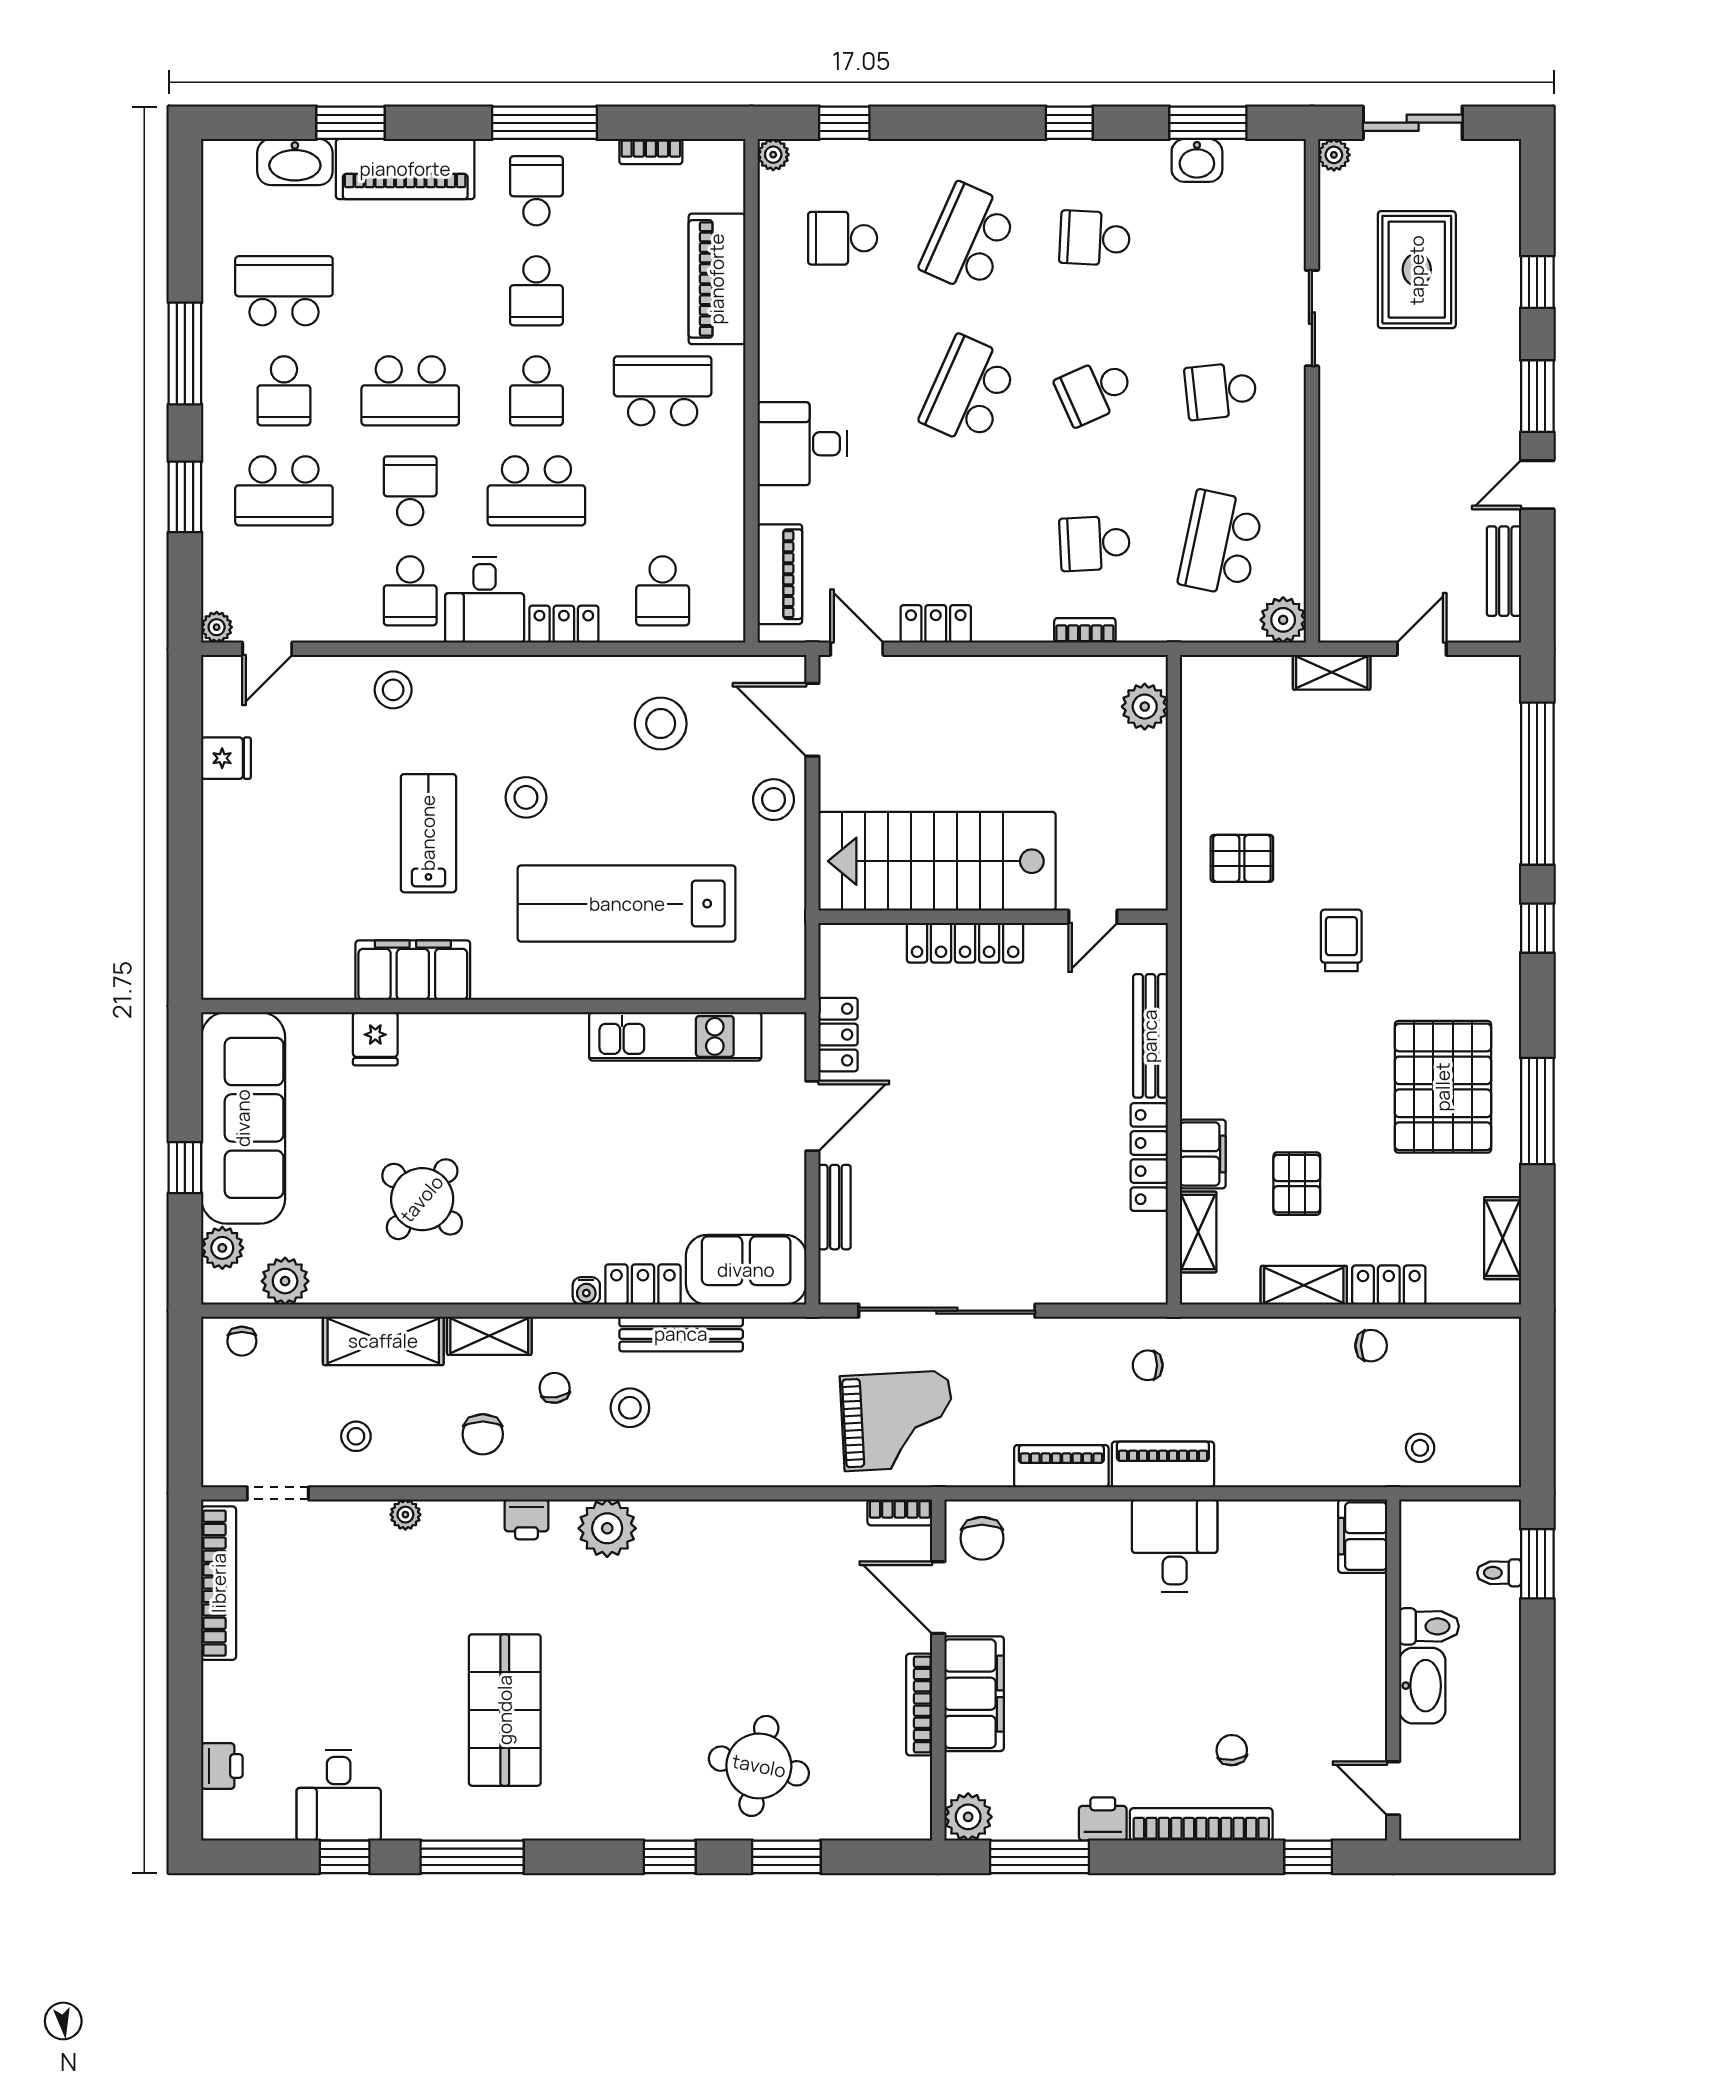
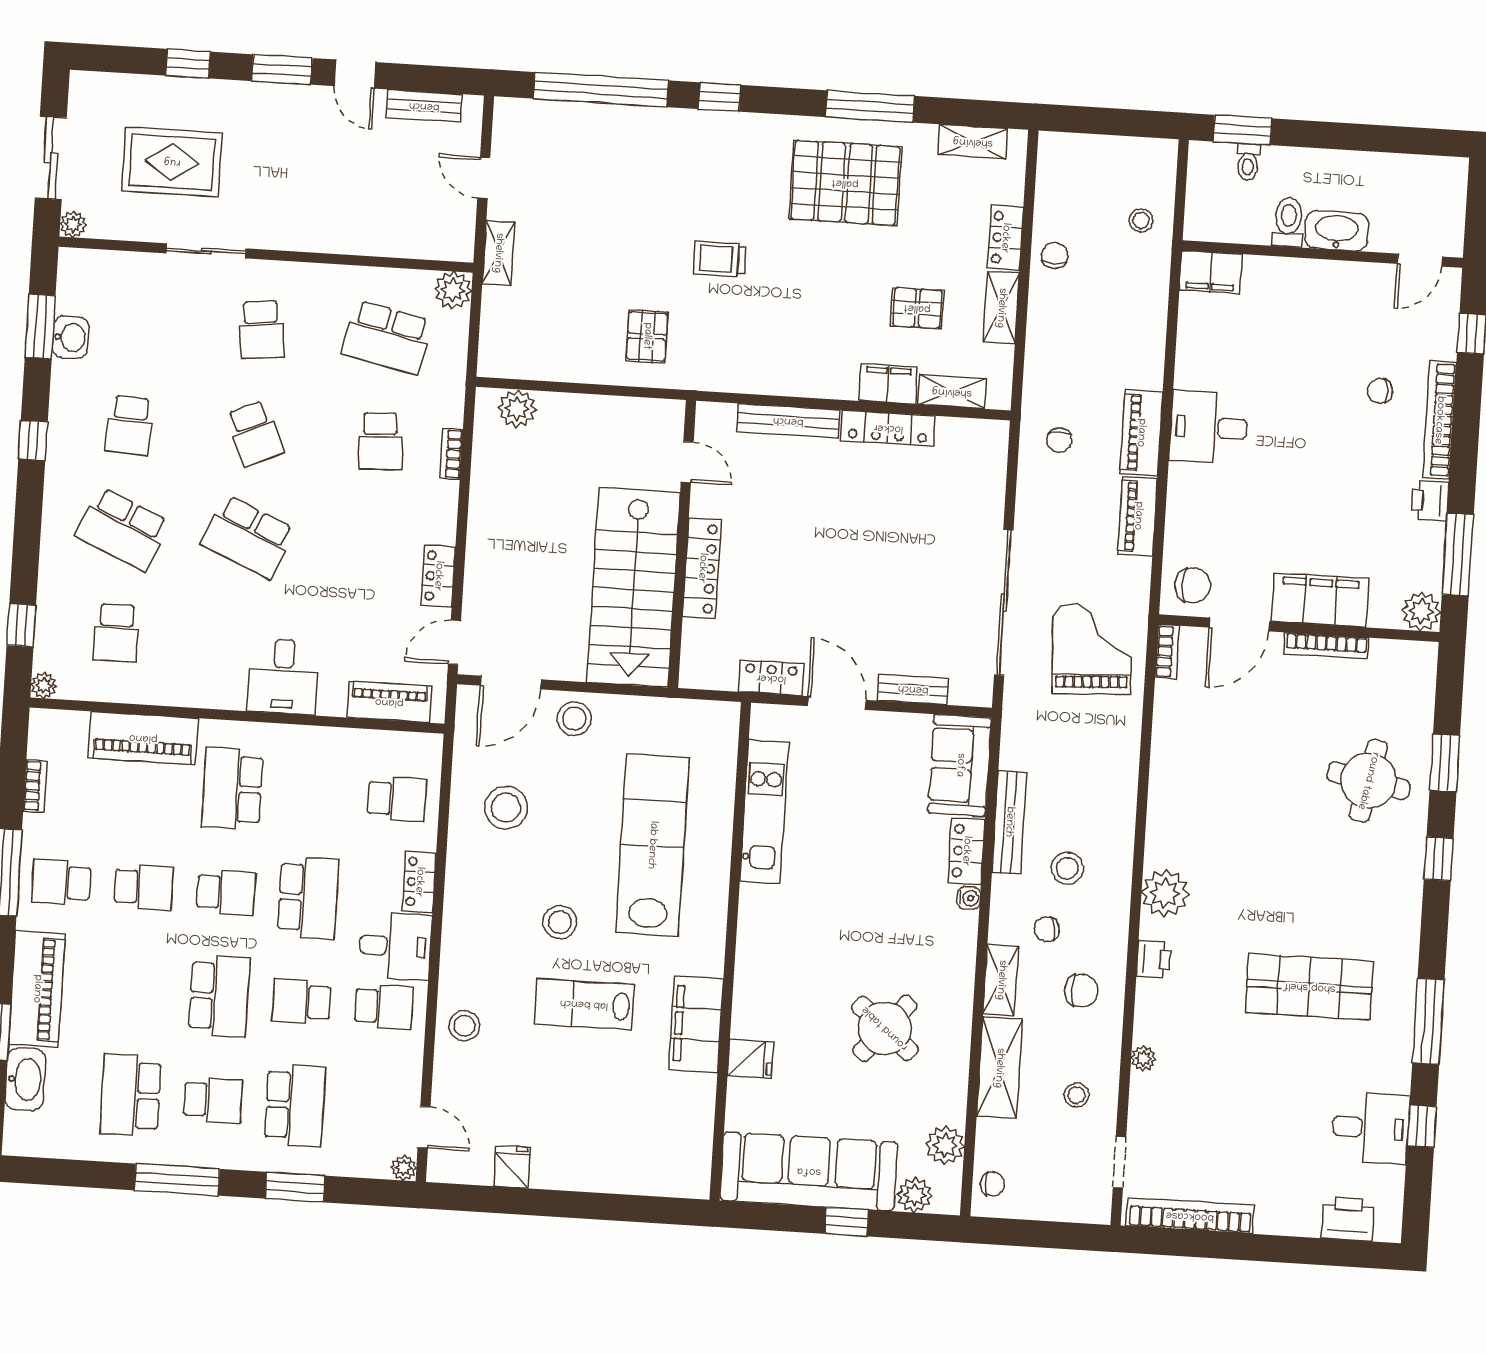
lab bench: (627, 904) -> (652, 845), turned 180
printer: (222, 1766) -> (1348, 1219), width x1.36, depth x1.24

